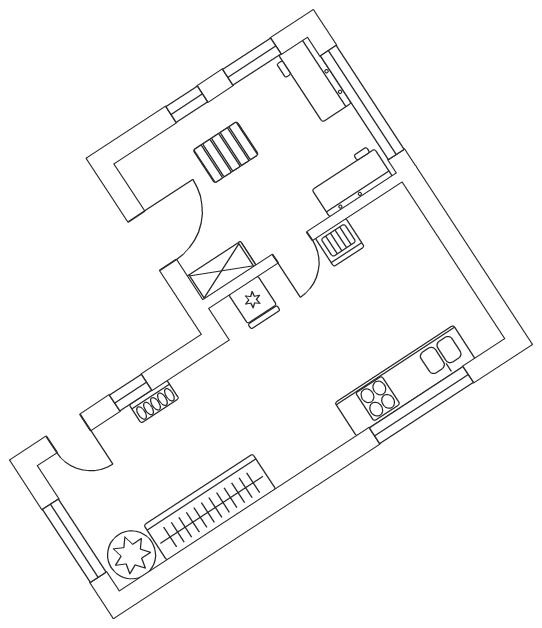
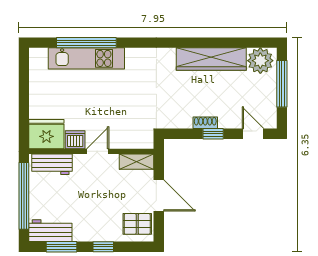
workbench: (312, 81) -> (50, 231), moved, turned -90
pallet: (226, 152) -> (137, 224), moved
door: (152, 241) -> (159, 196), swing flipped
fridge: (254, 302) -> (46, 134), moved, width x1.88, depth x1.34

